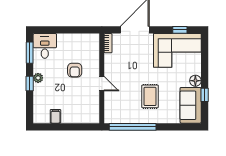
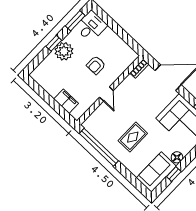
plant: (38, 78) -> (64, 51), width x1.88, depth x1.88
filing cabinet: (55, 116) -> (66, 101), moved, width x2.00

